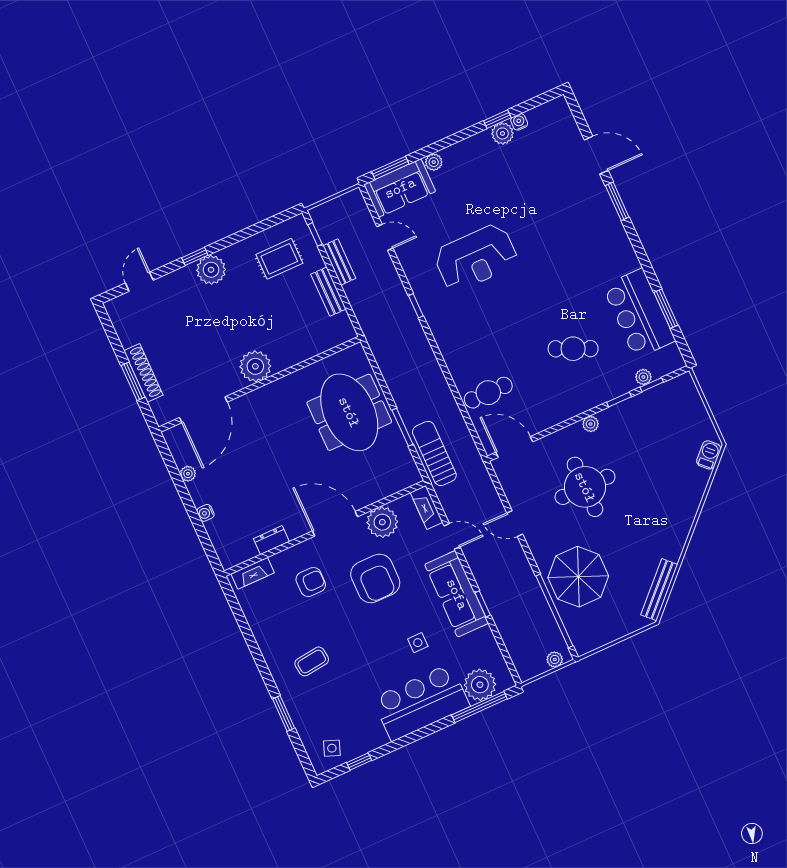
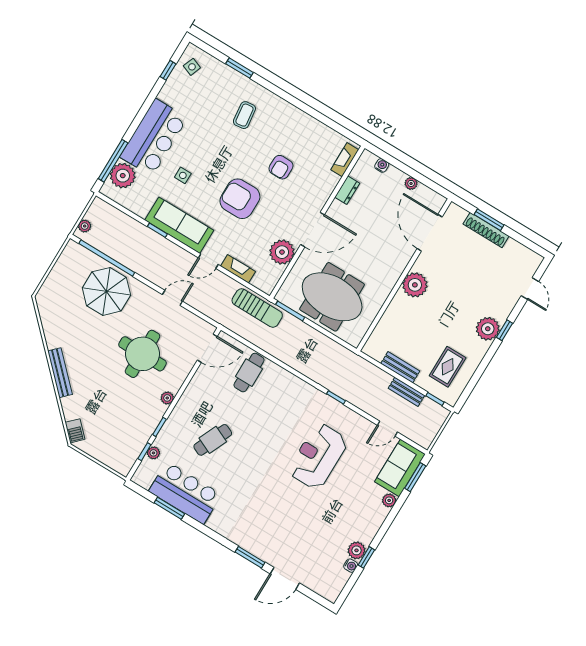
plant: (382, 522) -> (282, 252), moved
door: (335, 524) -> (313, 230), moved
wall: (325, 528) -> (317, 222), moved
dresser: (271, 540) -> (347, 190), moved
fireplace: (253, 573) -> (345, 160), moved
bench: (659, 590) -> (60, 373), moved

